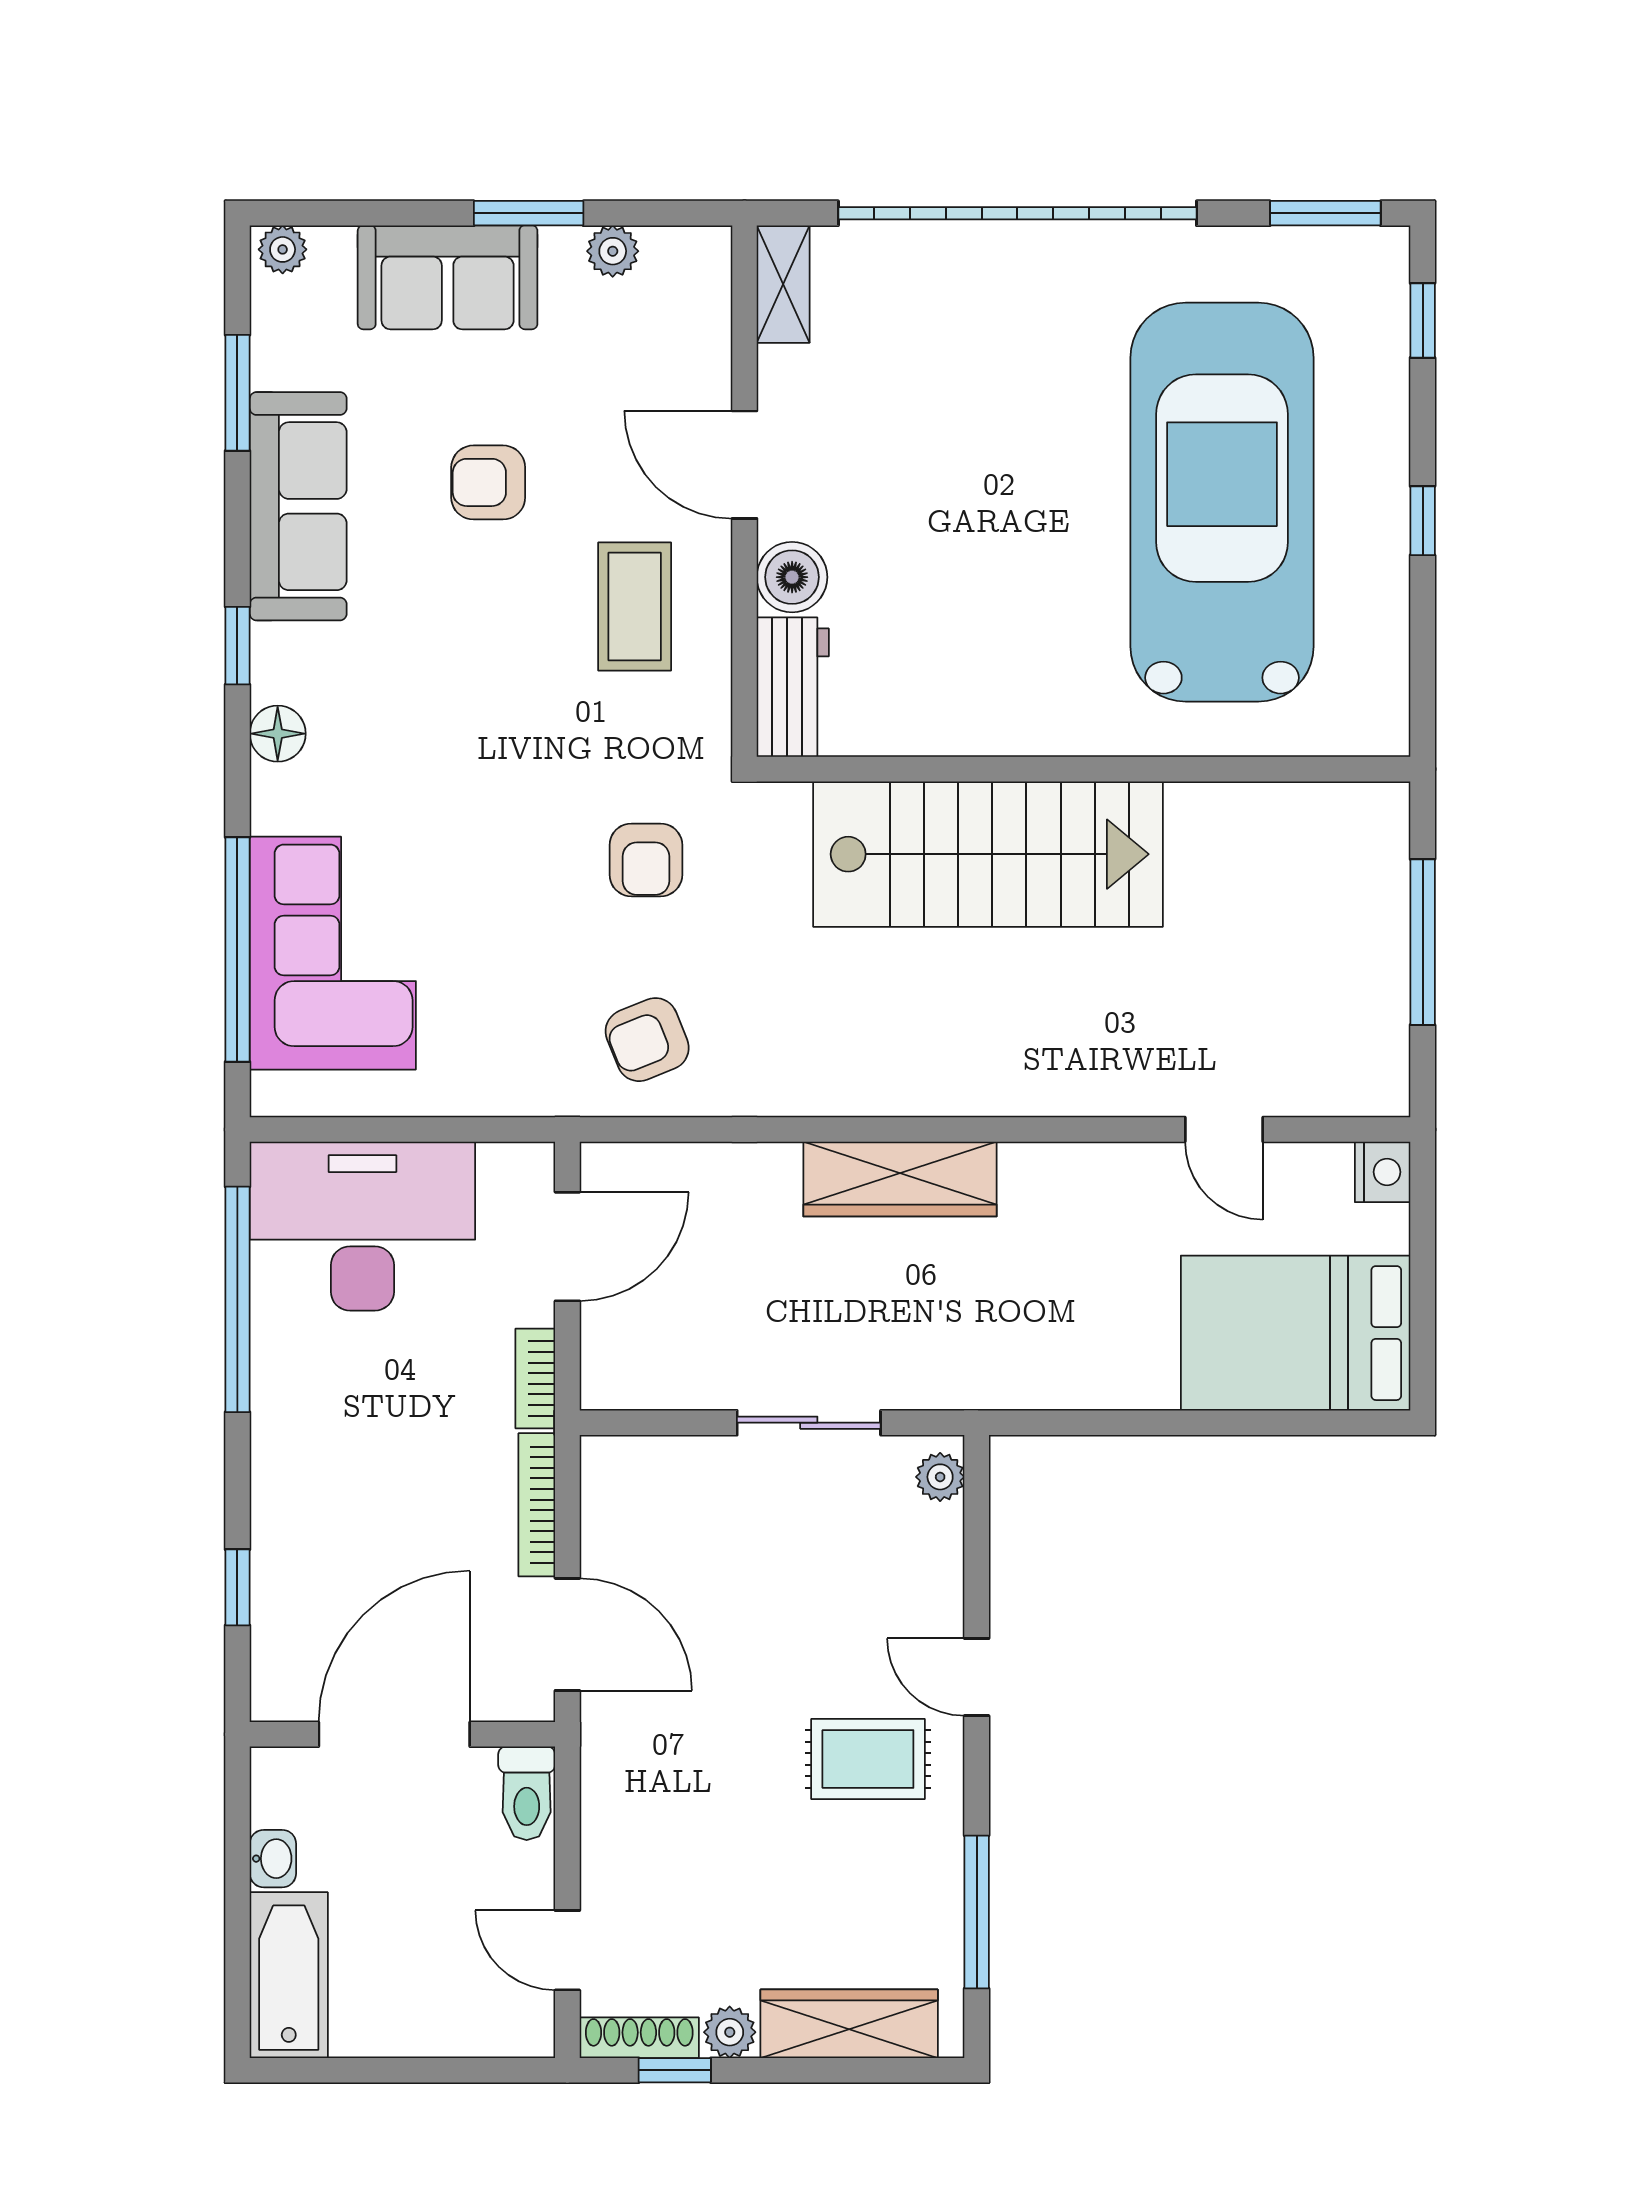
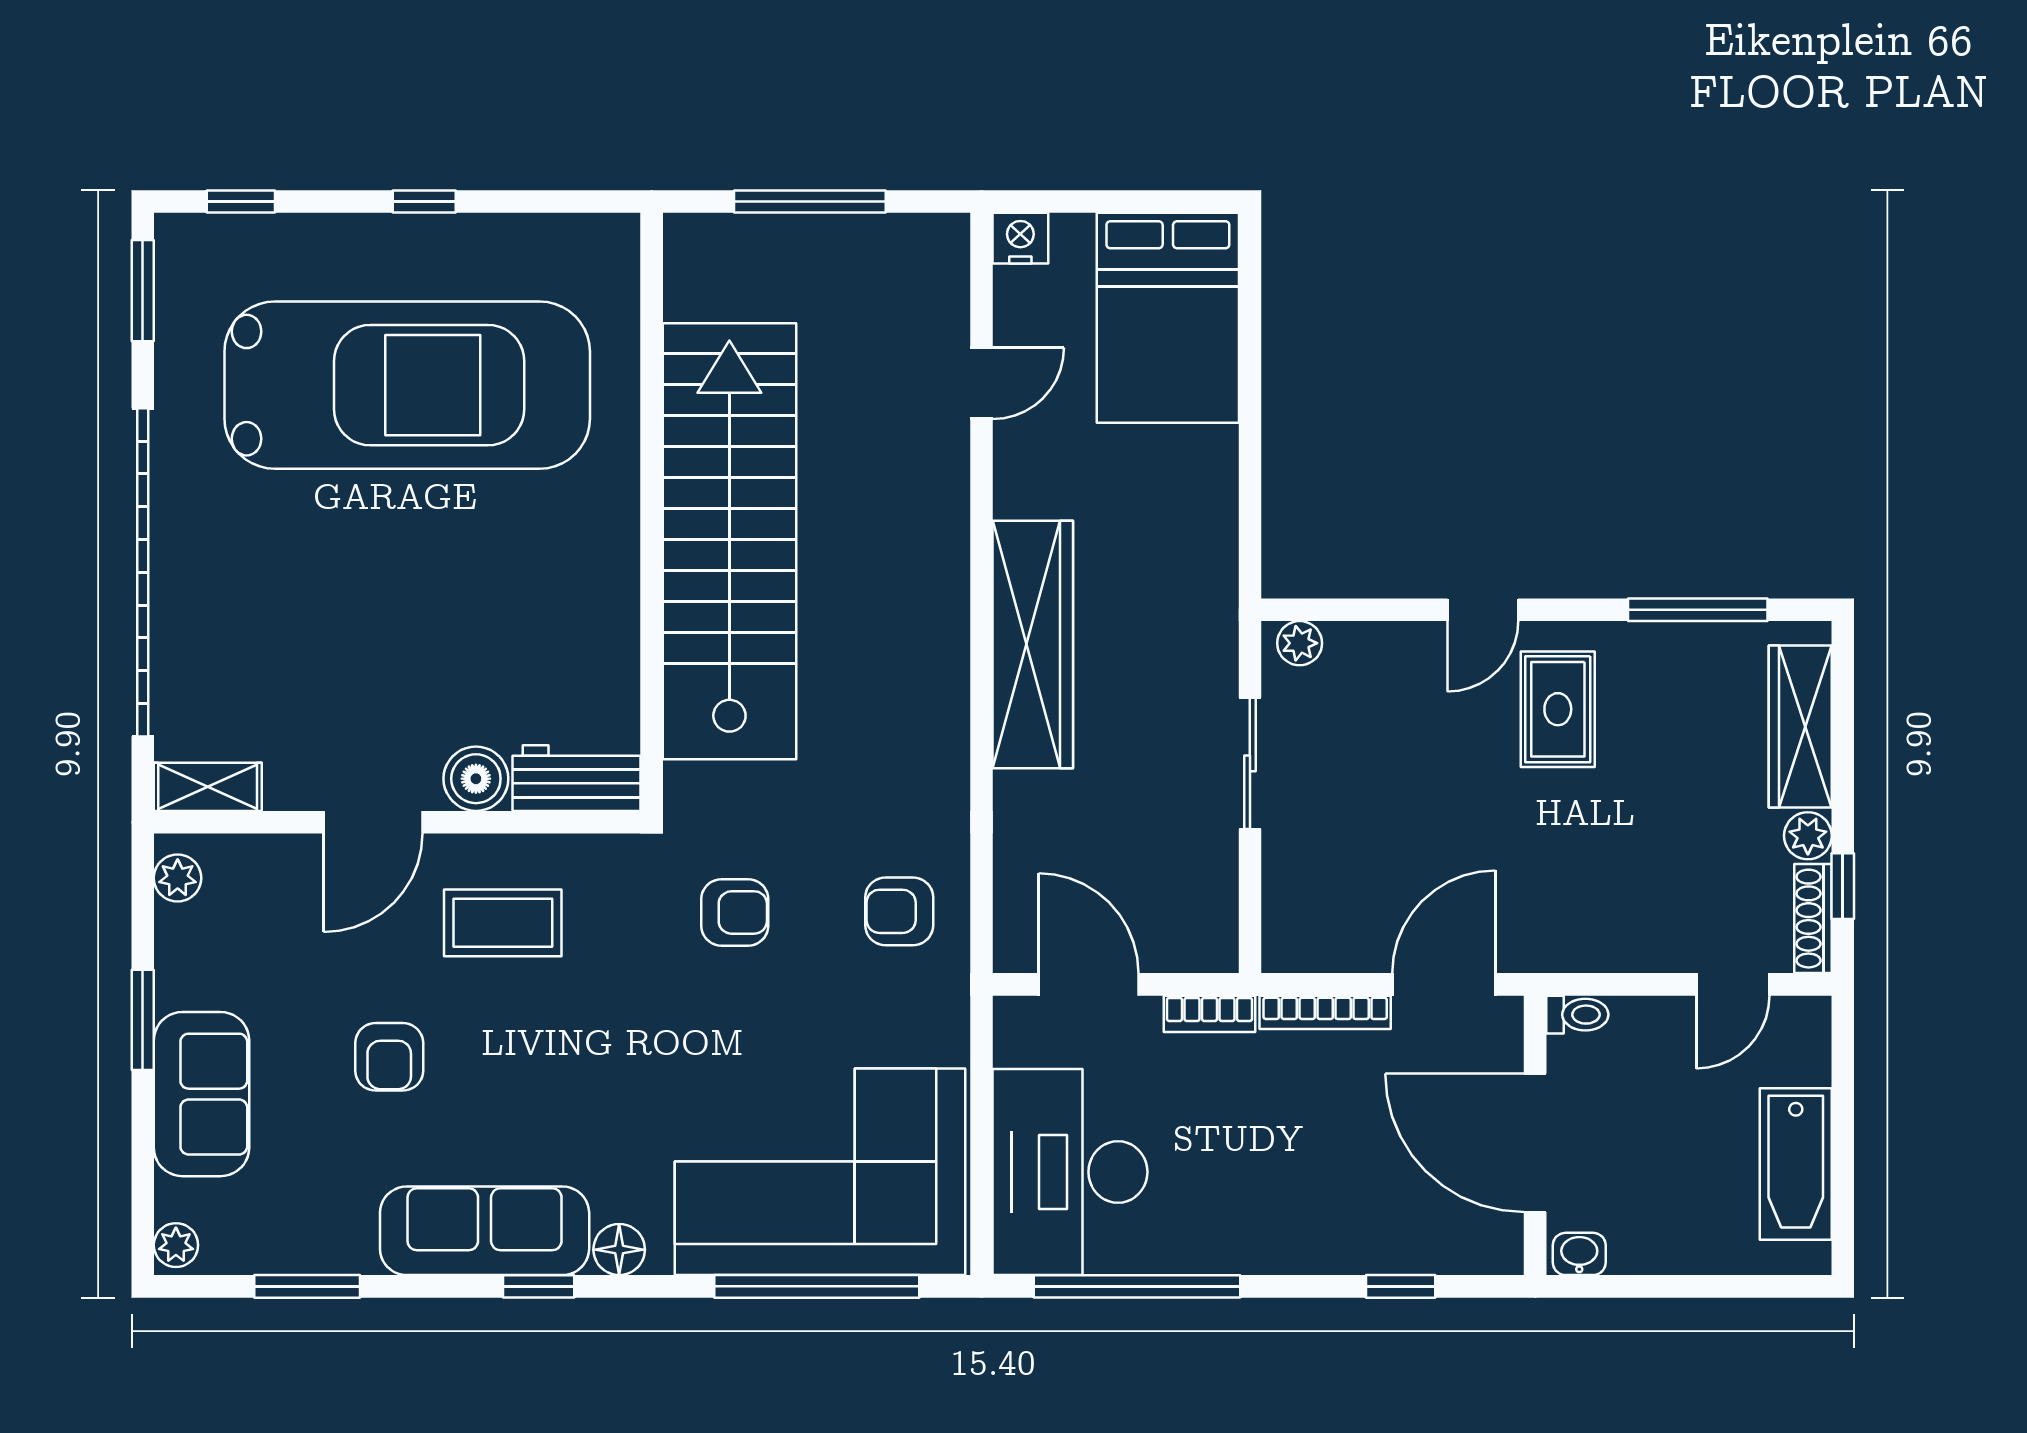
plant: (613, 251) -> (178, 878), moved
car: (1222, 502) -> (407, 385), turned 180
sofa: (298, 506) -> (485, 1231), moved
stairs: (988, 854) -> (729, 541), width x1.36
corner sofa: (333, 953) -> (820, 1172), width x1.36, depth x1.36
armchair: (647, 1040) -> (899, 911), turned 112
wardrobe: (900, 1179) -> (1033, 644), width x1.40, depth x1.17
toilet: (527, 1793) -> (1577, 1015), width x0.73, depth x0.72
washbasin: (273, 1859) -> (1579, 1254), moved
bathtub: (289, 1975) -> (1796, 1164), moved, turned -90

